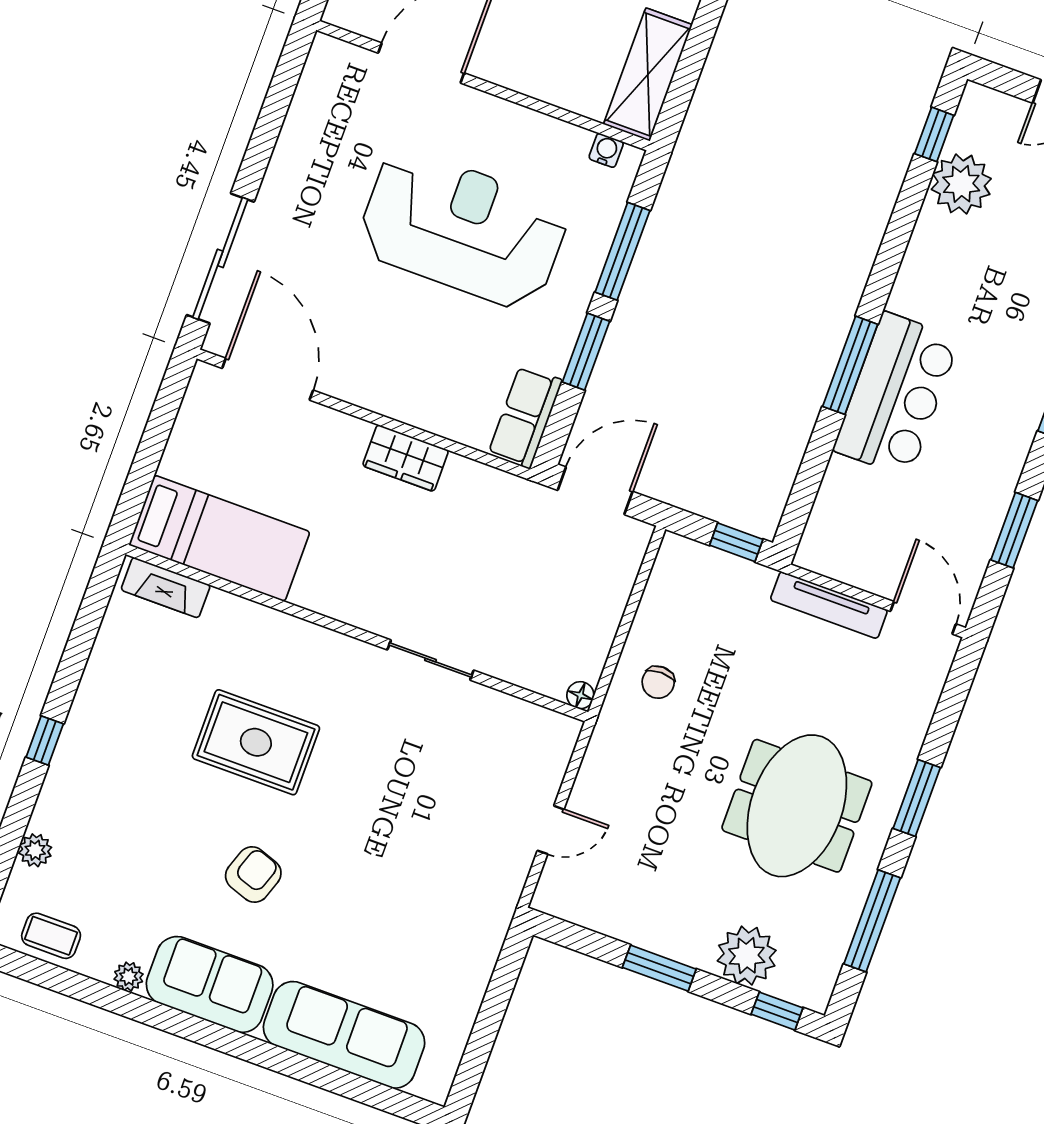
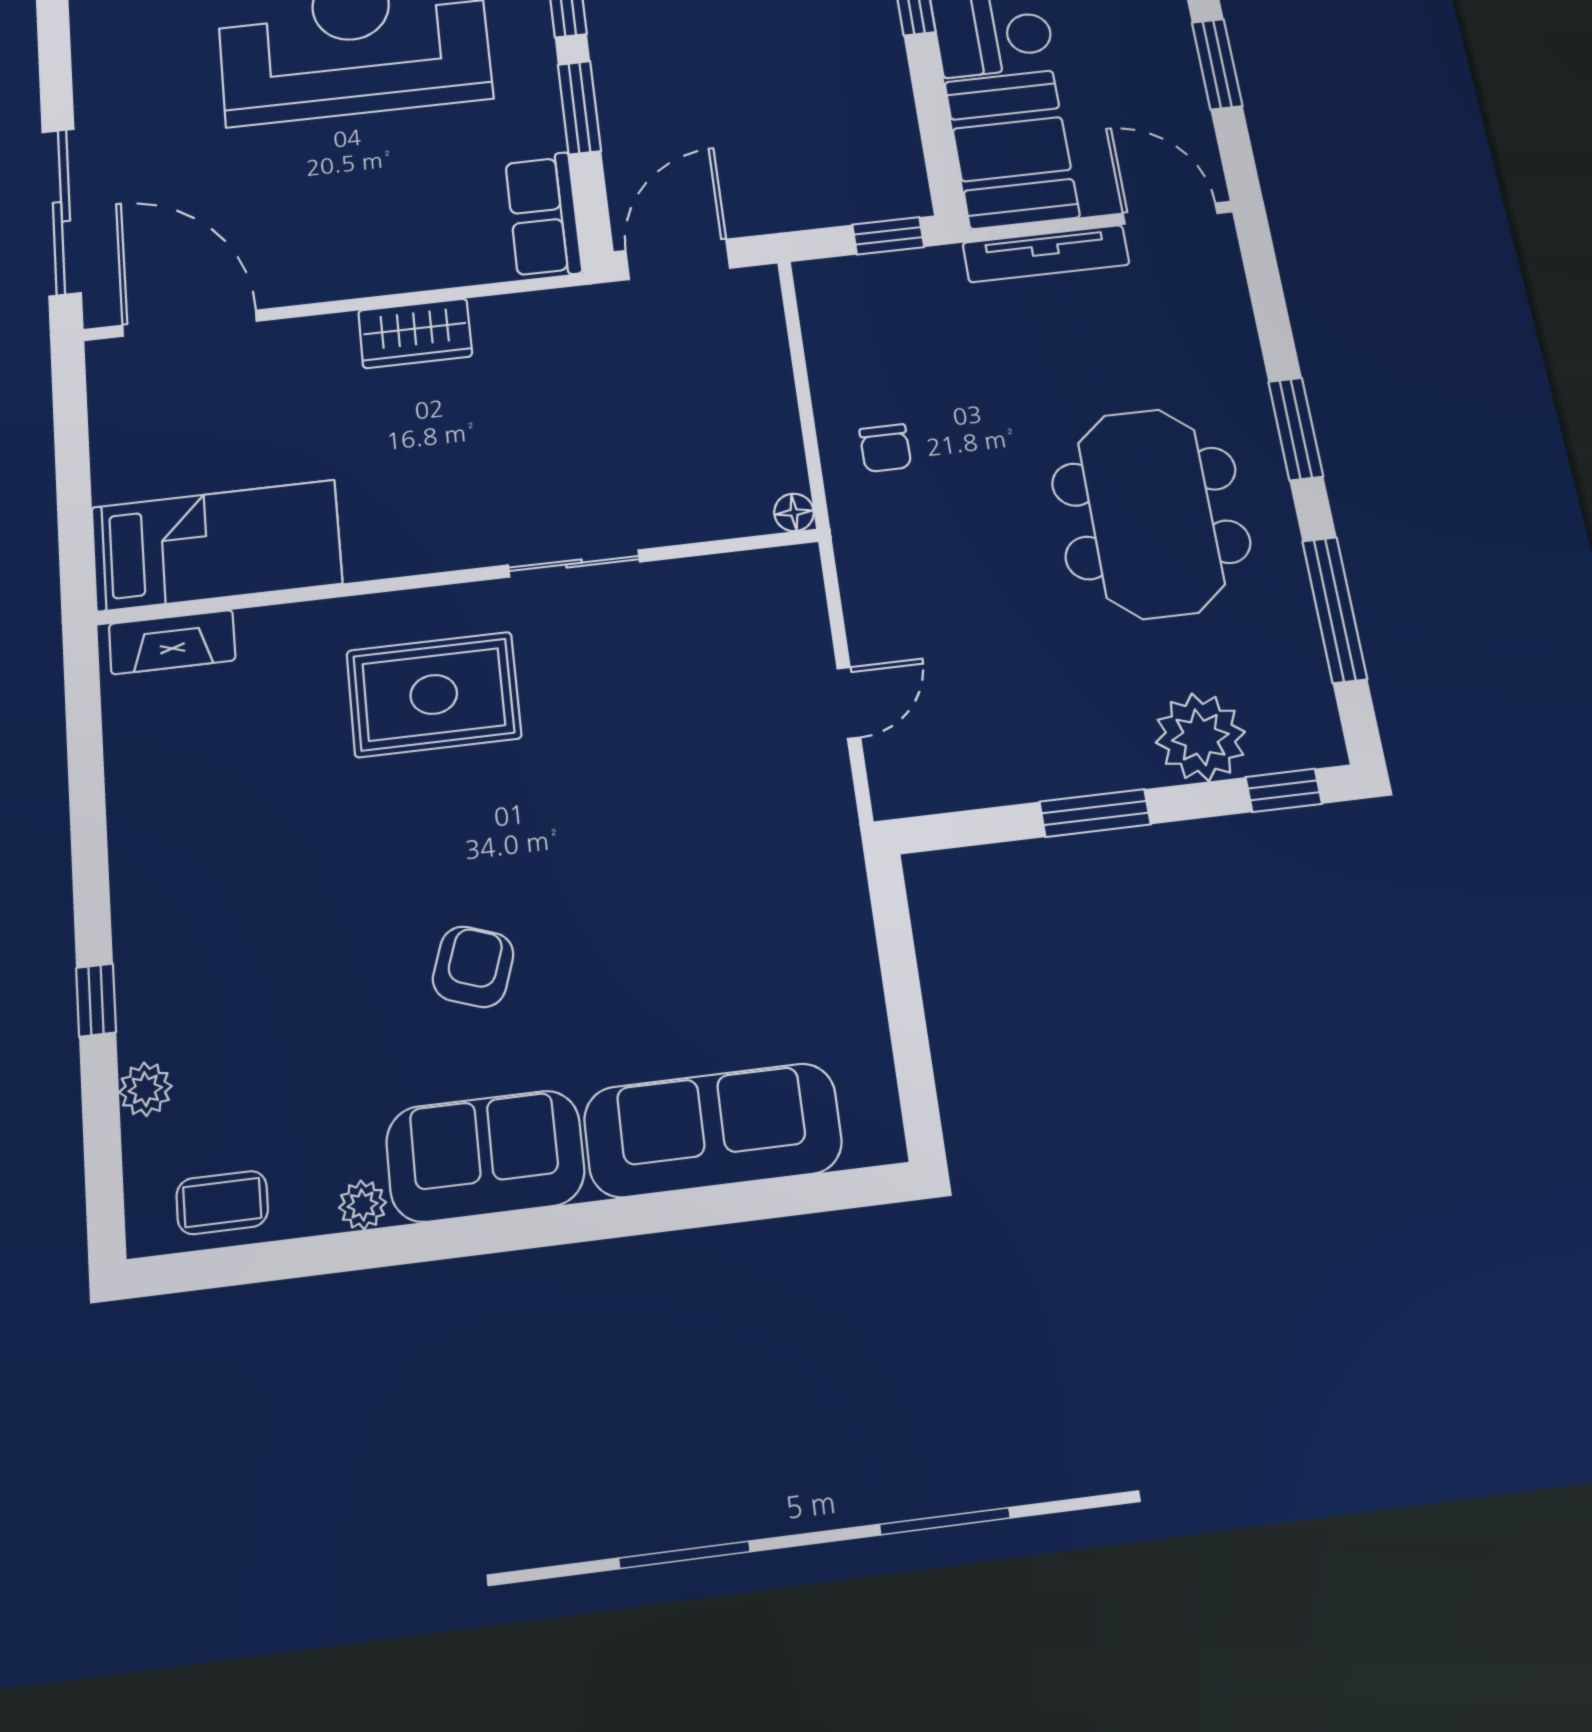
booth: (848, 522) -> (1012, 149), added
window: (45, 741) -> (96, 1000), moved
rug: (256, 742) -> (434, 694), moved

